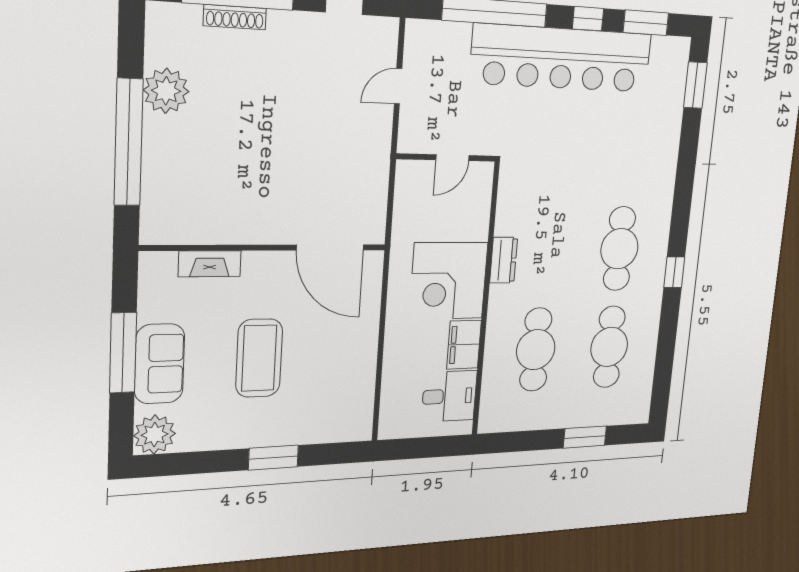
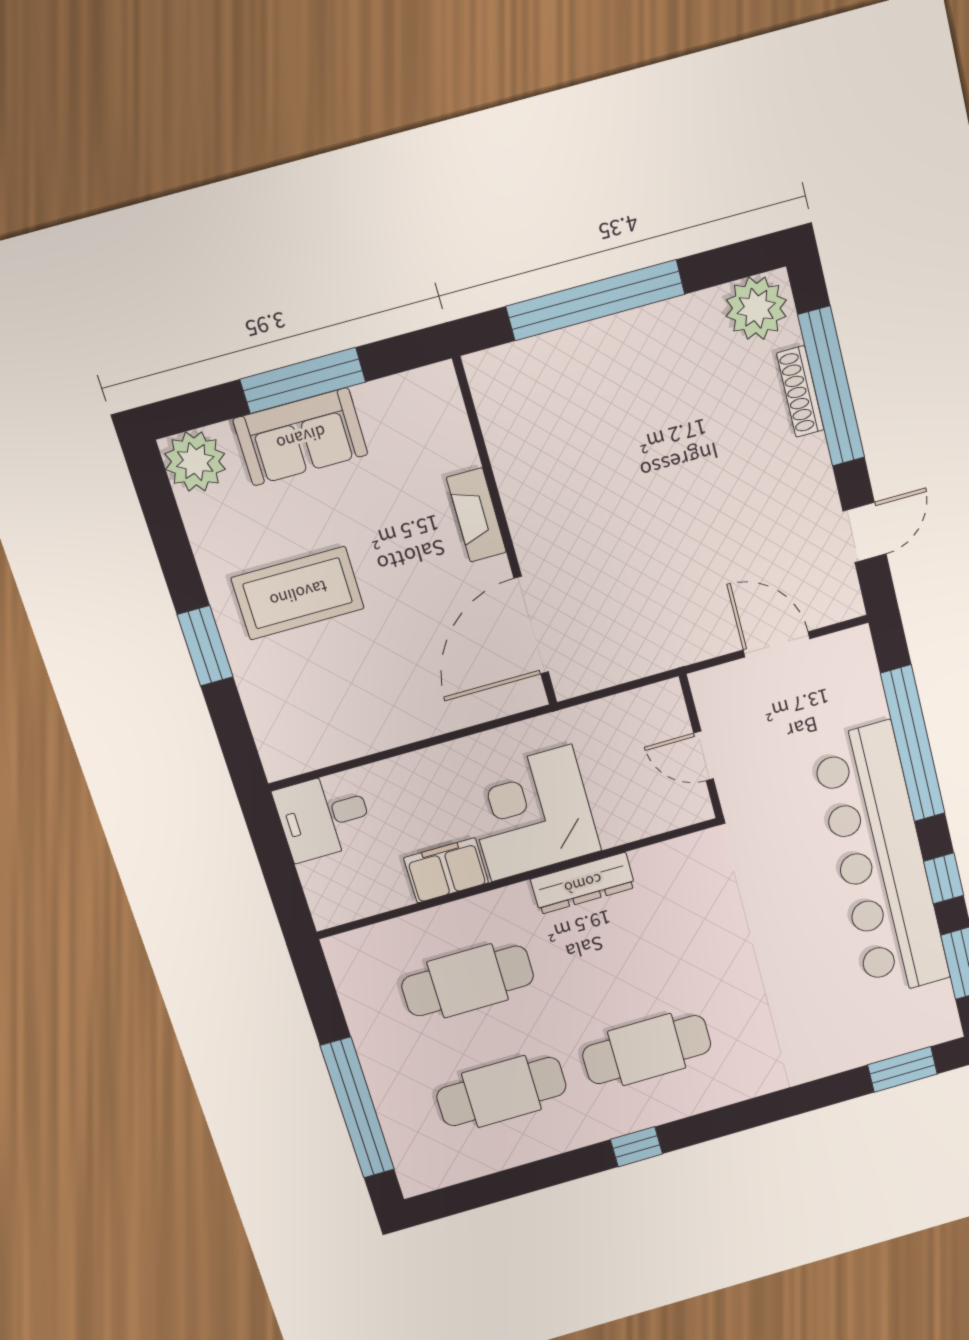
door: (398, 86) -> (777, 644), width x1.38
plant: (166, 91) -> (756, 308), moved
dresser: (504, 260) -> (583, 883), width x1.44
fireplace: (210, 264) -> (476, 515), moved
coffee table: (259, 358) -> (298, 593), moved
desk: (449, 396) -> (324, 816), moved, turned 90
window: (585, 437) -> (357, 1108), width x2.11

